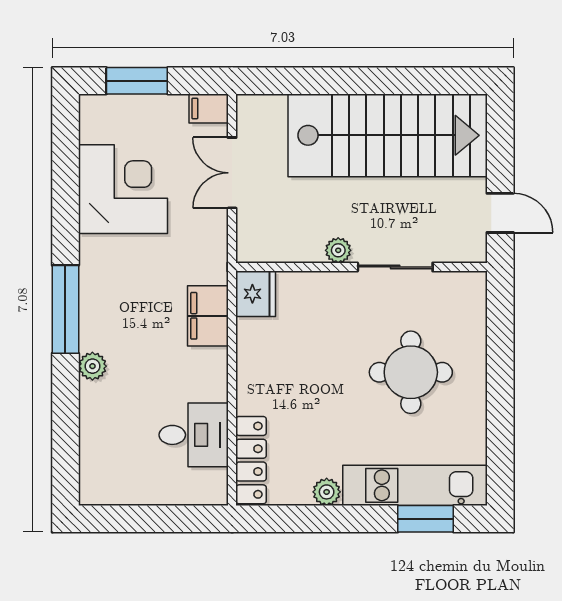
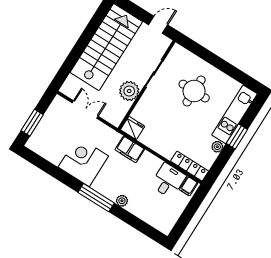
filing cabinet: (209, 109) -> (189, 186), moved
double door: (232, 173) -> (85, 110), swing flipped
corner desk: (123, 189) -> (83, 162), moved
plant: (338, 250) -> (129, 91), width x1.88, depth x1.88
window: (426, 519) -> (237, 136), moved

